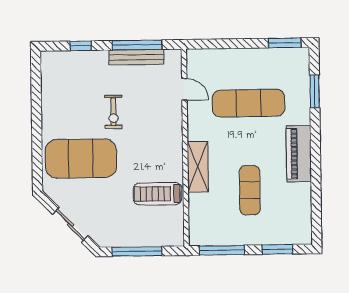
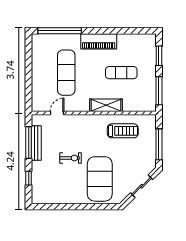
window: (285, 43) -> (29, 49), removed
window: (315, 92) -> (60, 31), width x2.11
treadmill: (158, 194) -> (123, 131), turned -90

